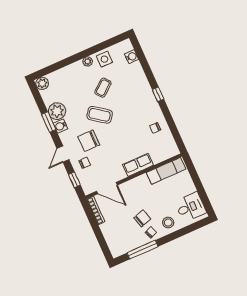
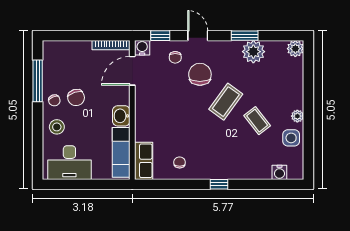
water cooler: (60, 126) -> (142, 48), moved
row of seats: (138, 165) -> (144, 161), moved
washbasin: (141, 182) -> (121, 116), added
desk: (191, 207) -> (69, 163), width x1.37

